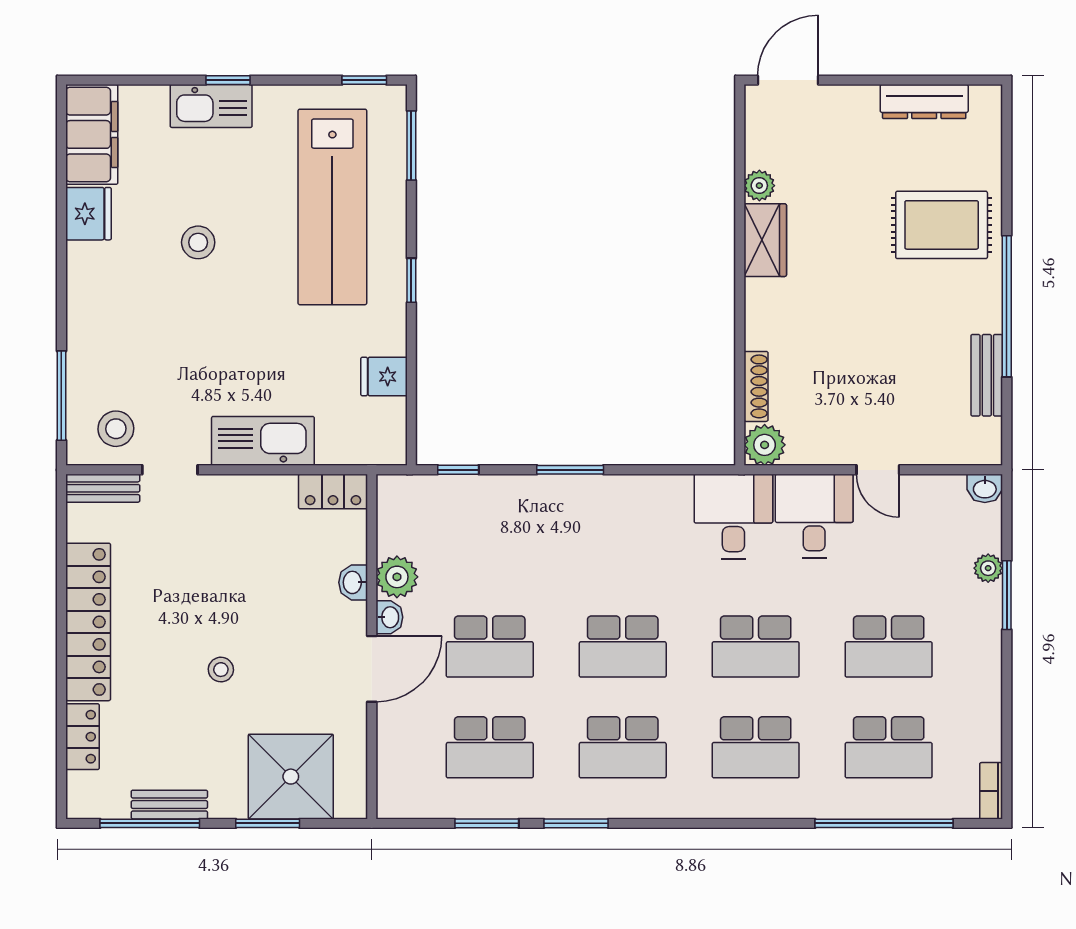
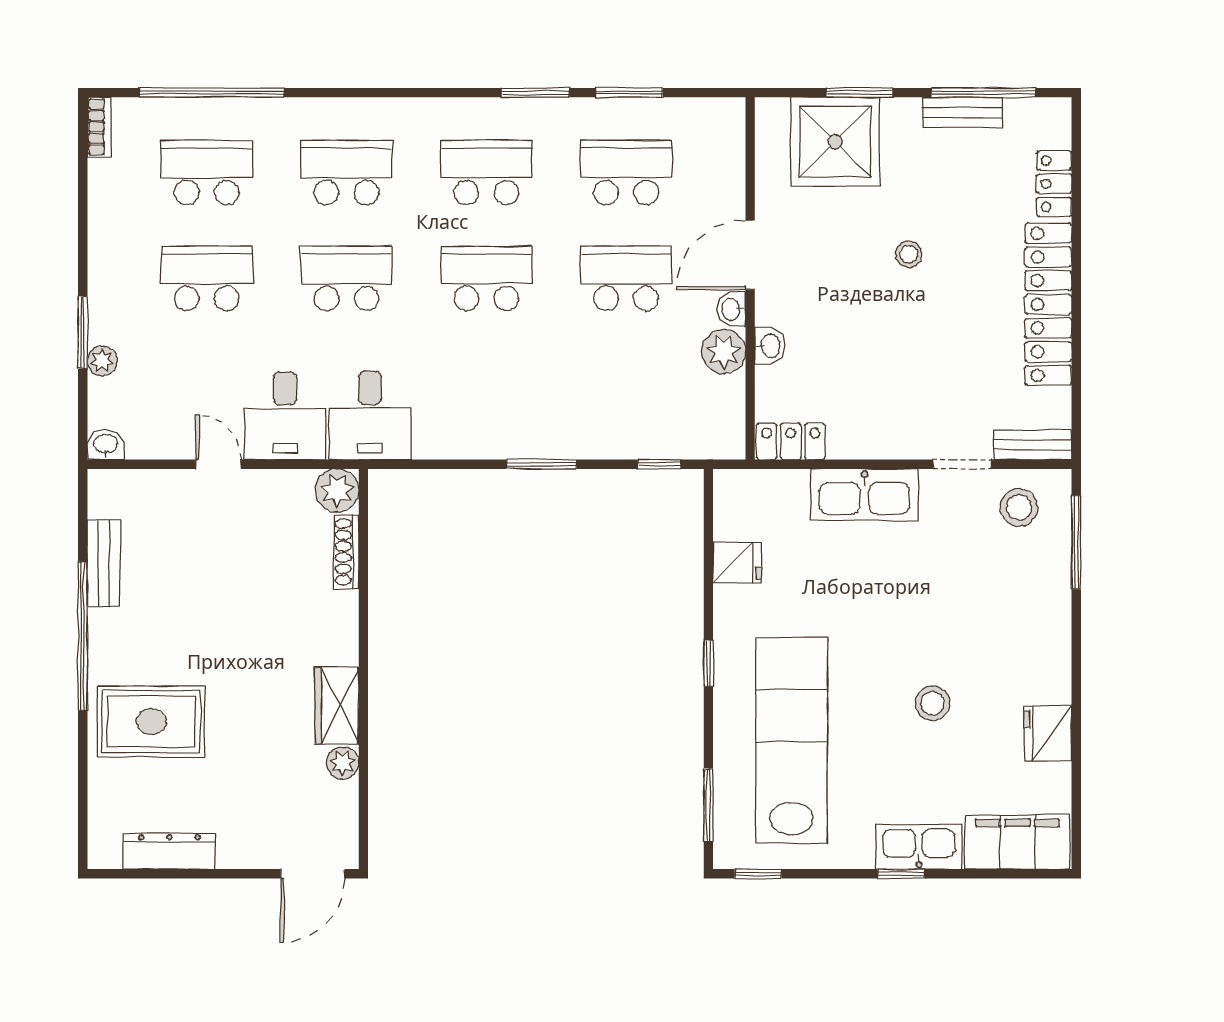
filing cabinet: (92, 134) -> (1017, 842), moved, turned 90

